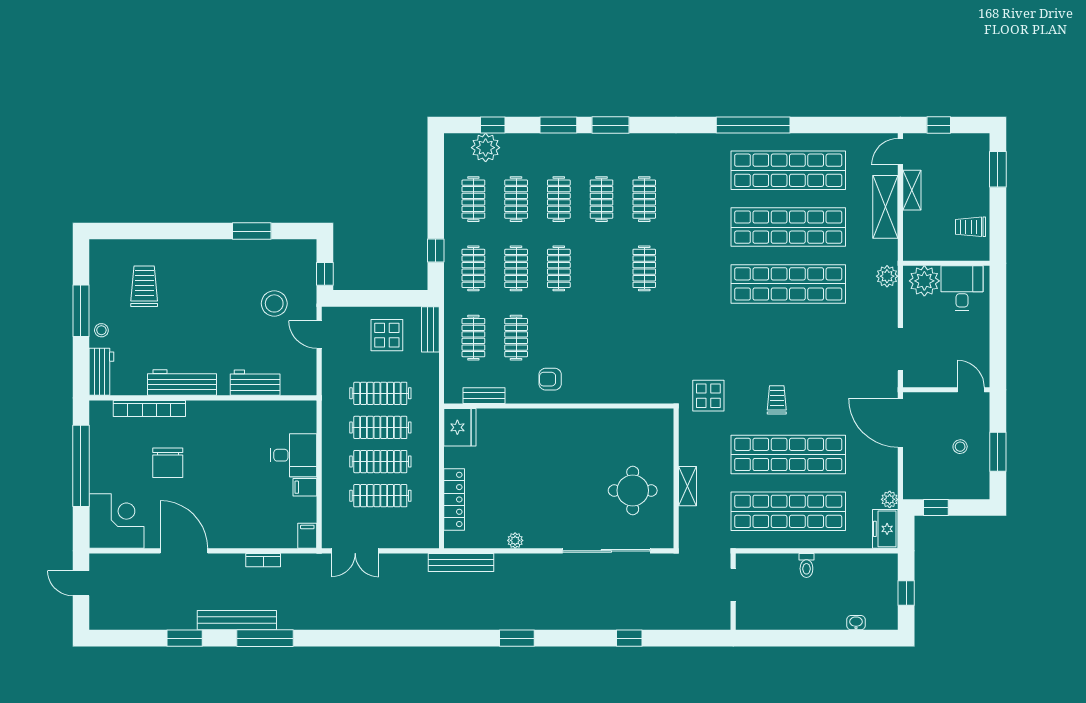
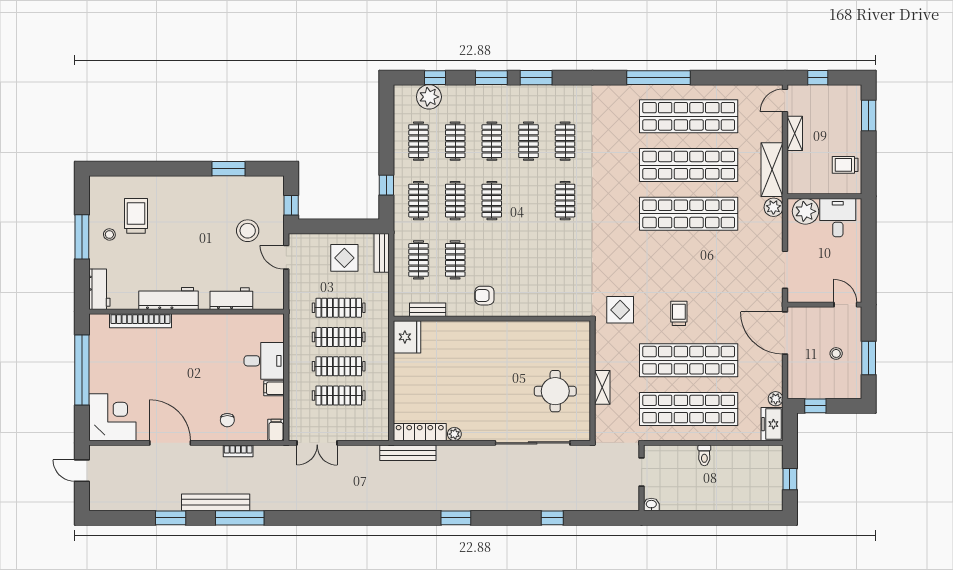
shelving: (885, 207) -> (772, 170), moved
stool: (101, 330) -> (109, 234), moved
chair: (168, 463) -> (227, 420), moved, width x0.54, depth x0.54
locker: (454, 499) -> (420, 432), moved, turned -90
washbasin: (856, 623) -> (651, 504), moved

